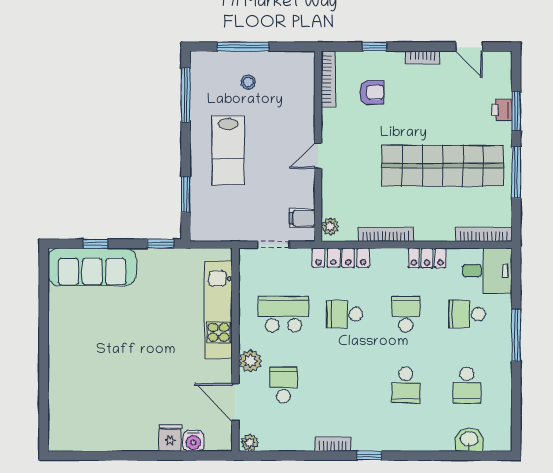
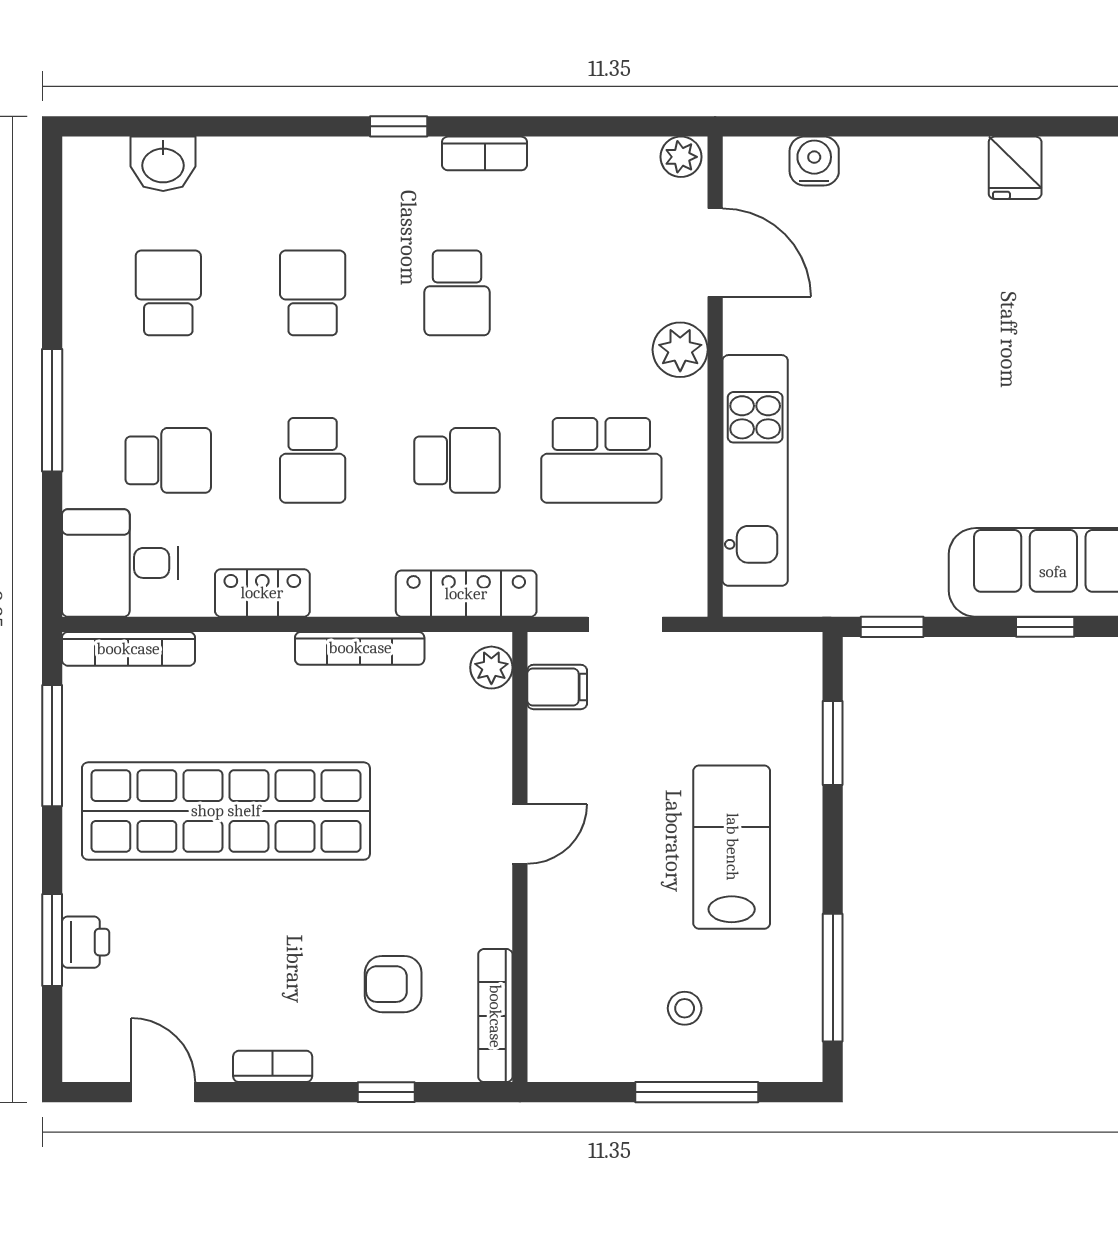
window: (516, 172) -> (52, 746), moved
school desk: (284, 385) -> (457, 293), moved
fridge: (170, 438) -> (1015, 168), moved

